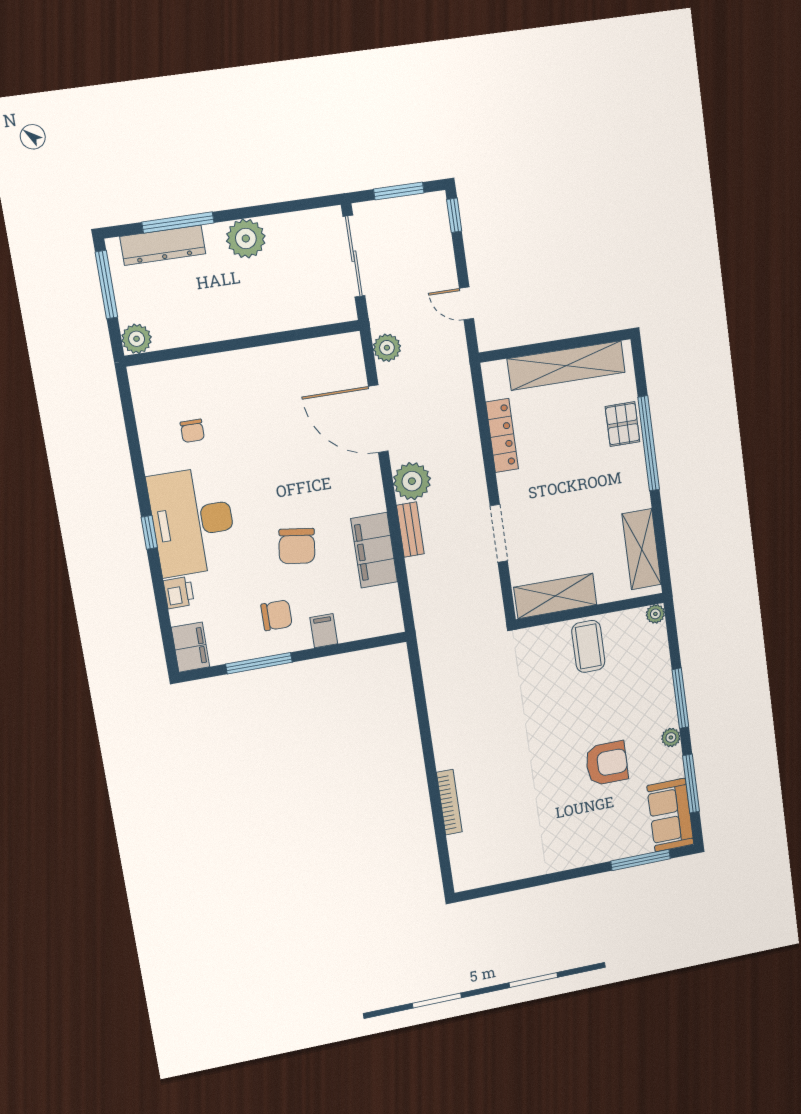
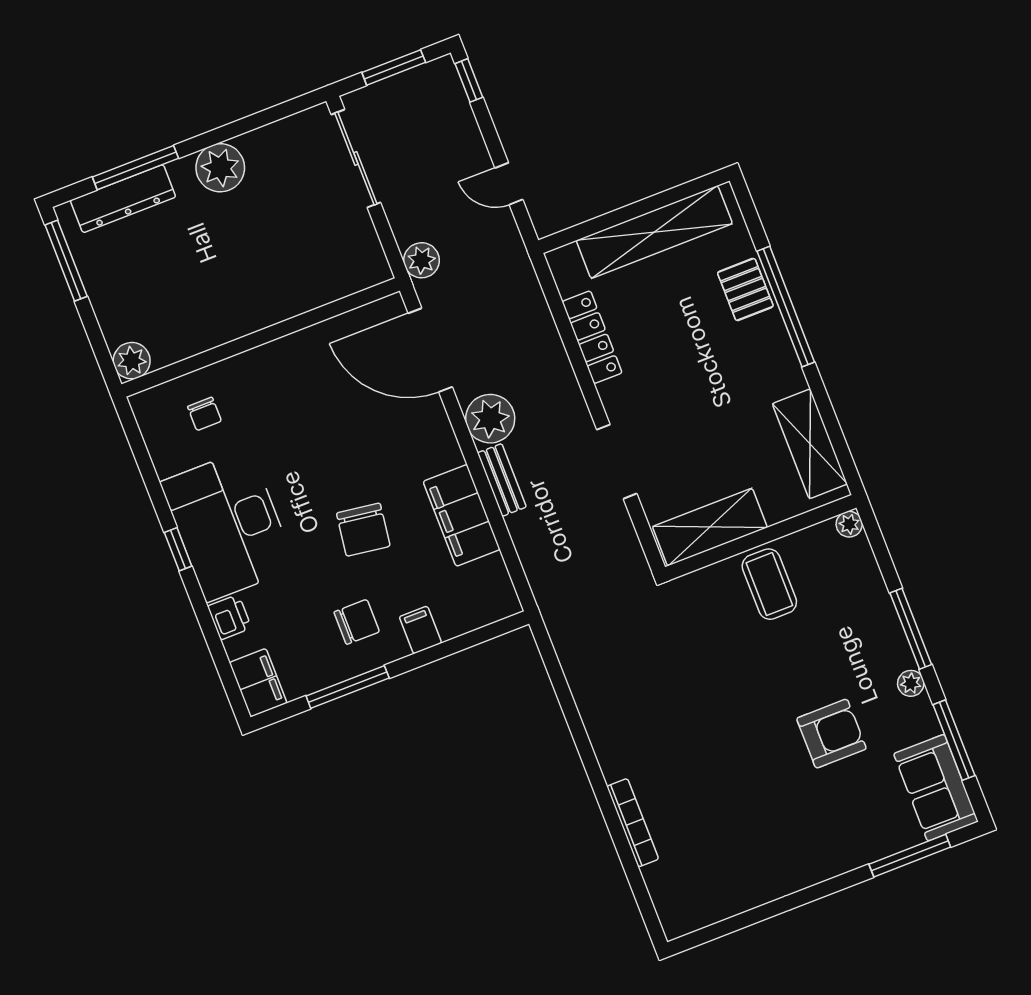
plant: (137, 339) -> (132, 361), moved
wall: (243, 343) -> (261, 337), moved

